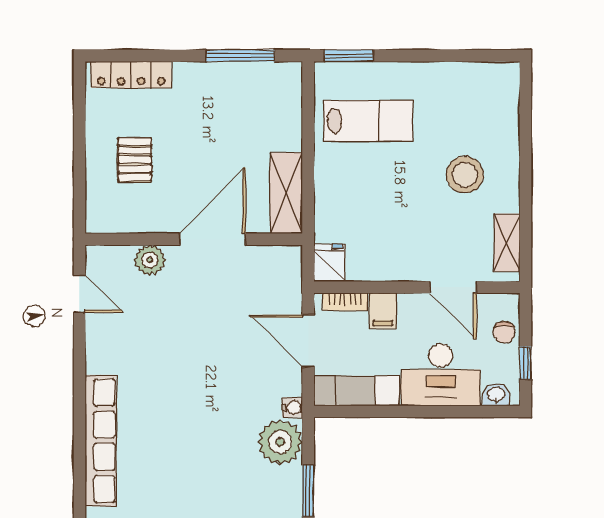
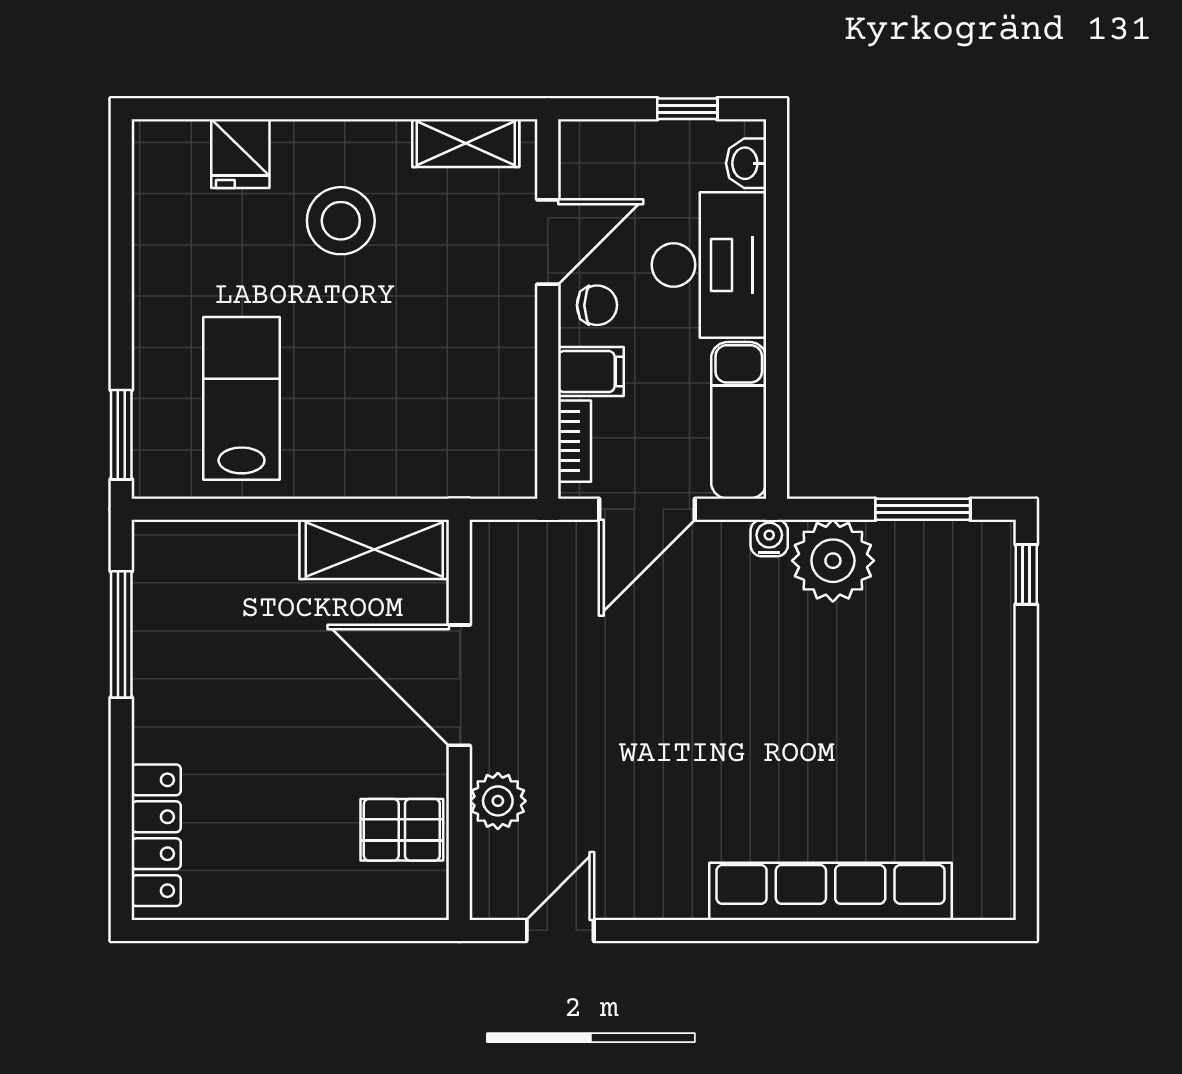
pallet: (135, 160) -> (402, 830), moved
fridge: (329, 263) -> (240, 154), moved, turned -90
chair: (504, 332) -> (597, 305), moved

